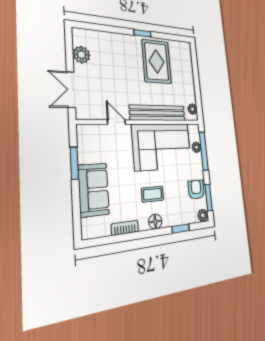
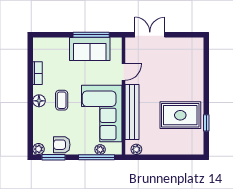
window: (142, 33) -> (206, 123), moved
plant: (81, 55) -> (180, 45), removed
window: (74, 163) -> (91, 35), width x1.44
sofa: (94, 190) -> (90, 49), moved
armchair: (196, 190) -> (62, 145), turned 180
window: (181, 229) -> (30, 125), removed

